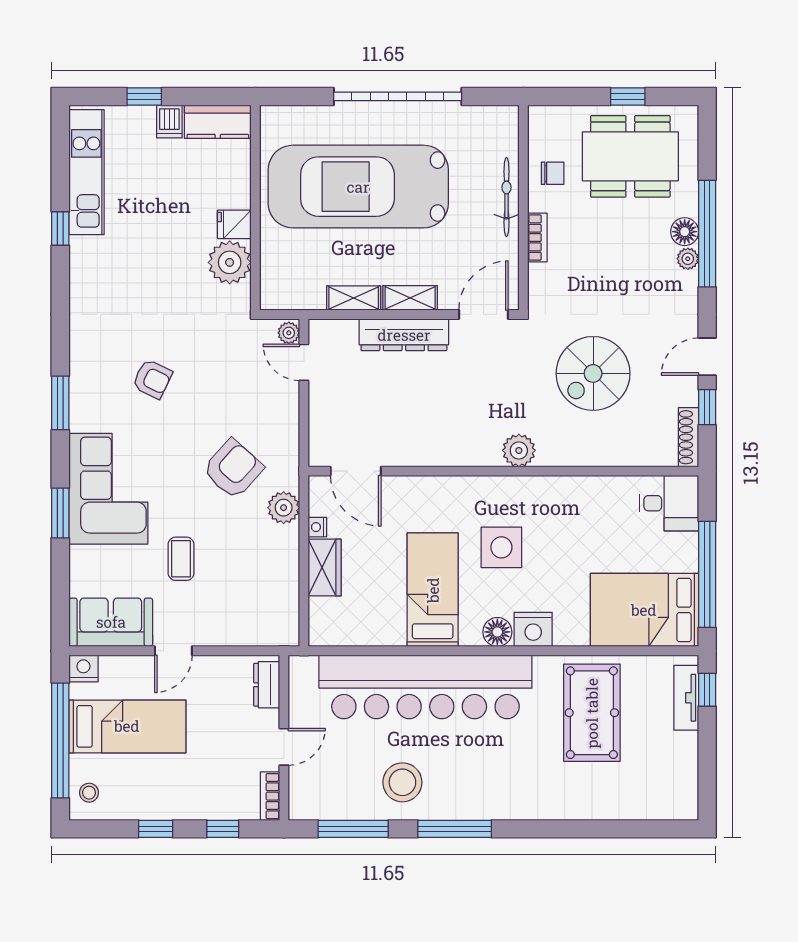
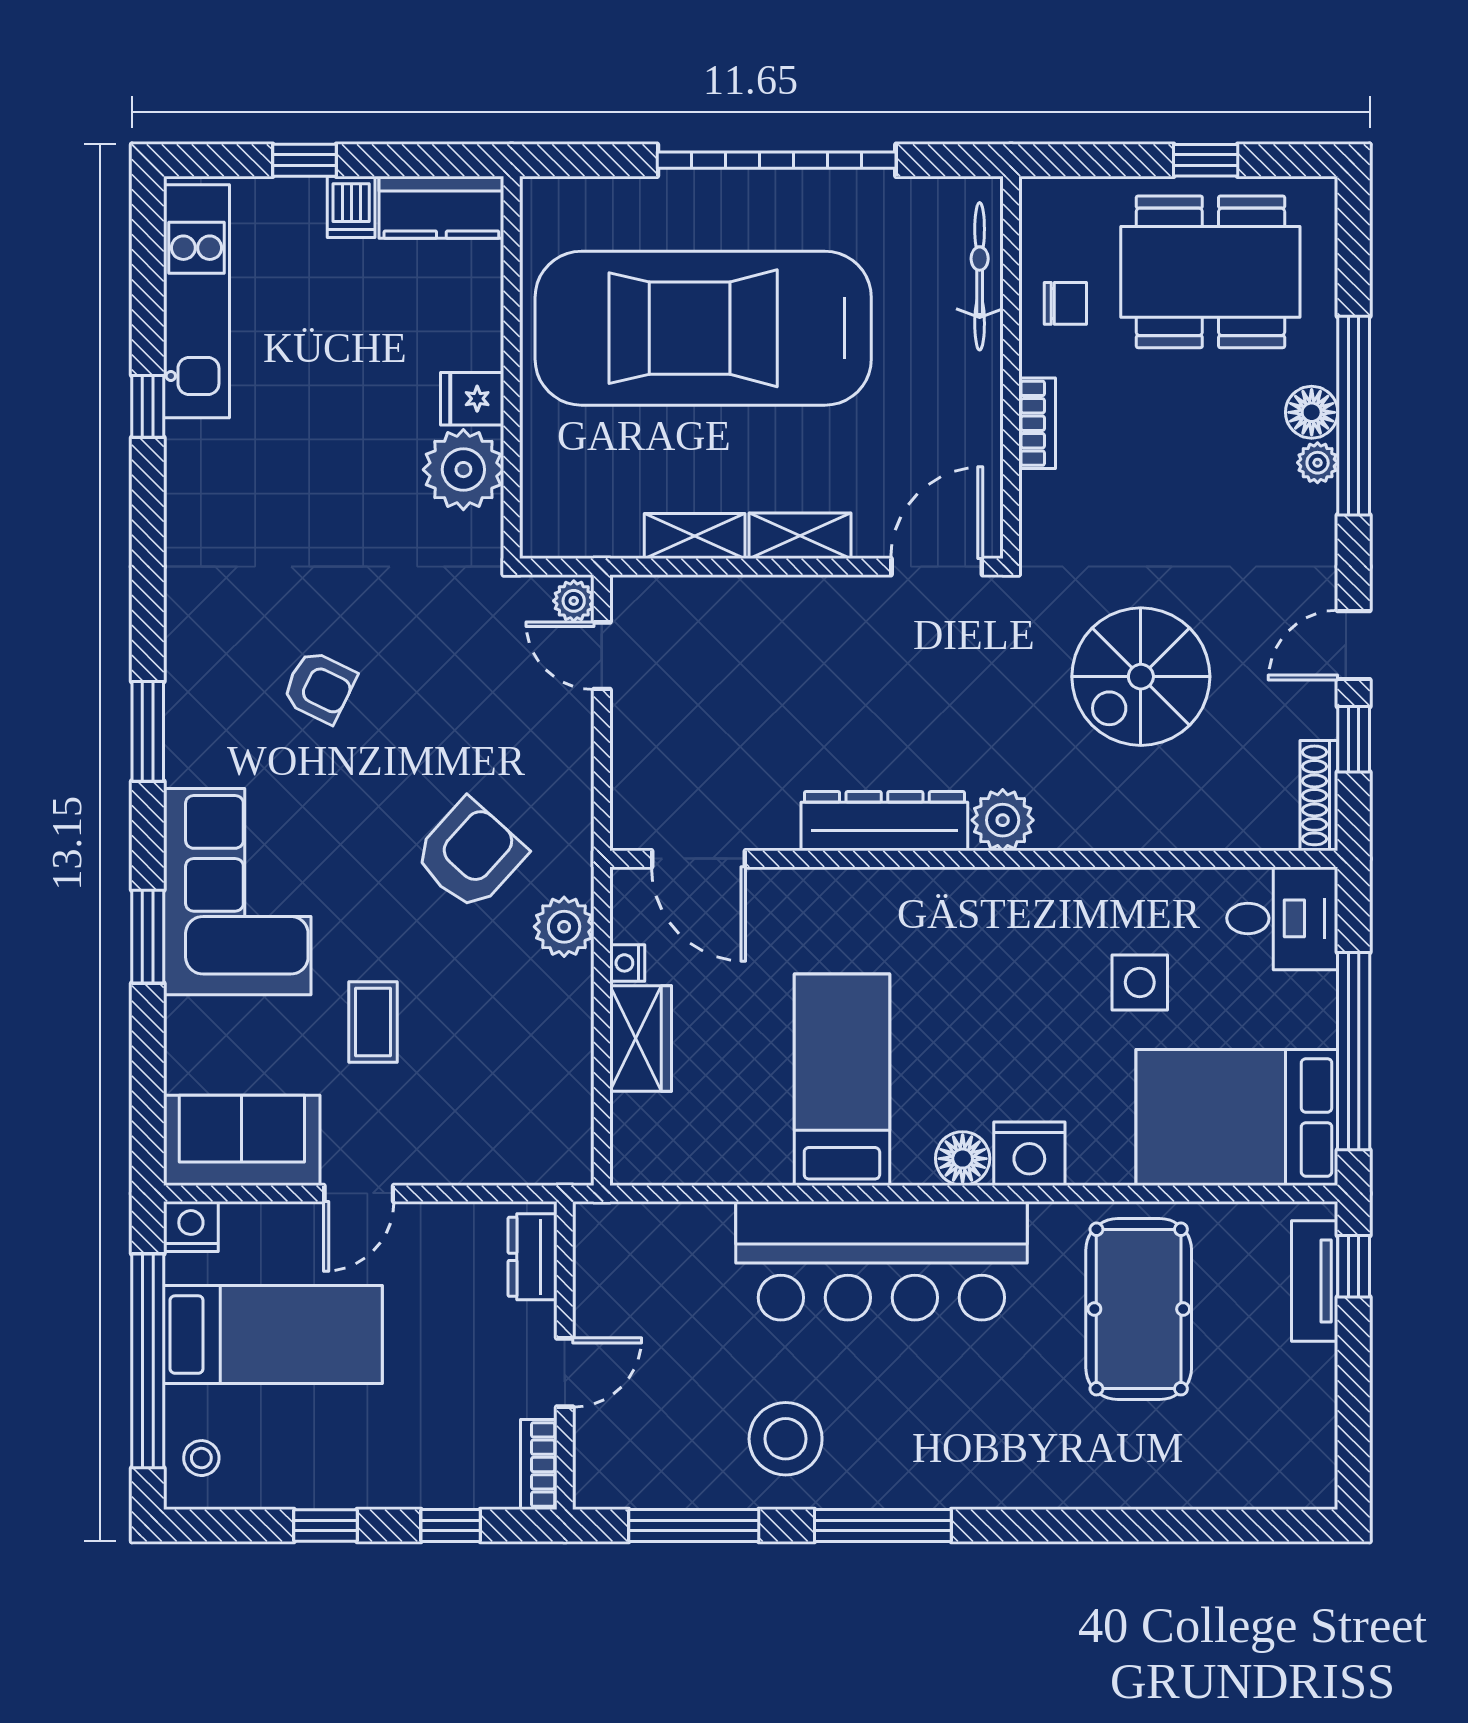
bicycle: (507, 197) -> (980, 276), moved
dresser: (404, 335) -> (884, 821), moved, turned 180
side table: (501, 547) -> (1140, 982), moved, width x0.73, depth x0.73
bar counter: (425, 687) -> (881, 1261), width x0.73

